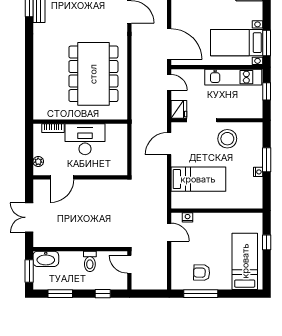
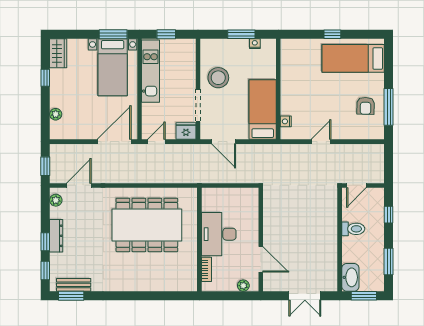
wall: (217, 211) -> (278, 89), moved
nightstand: (188, 217) -> (286, 121), moved

